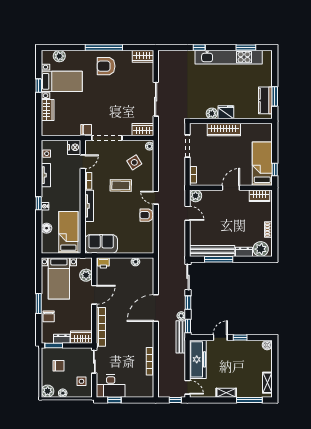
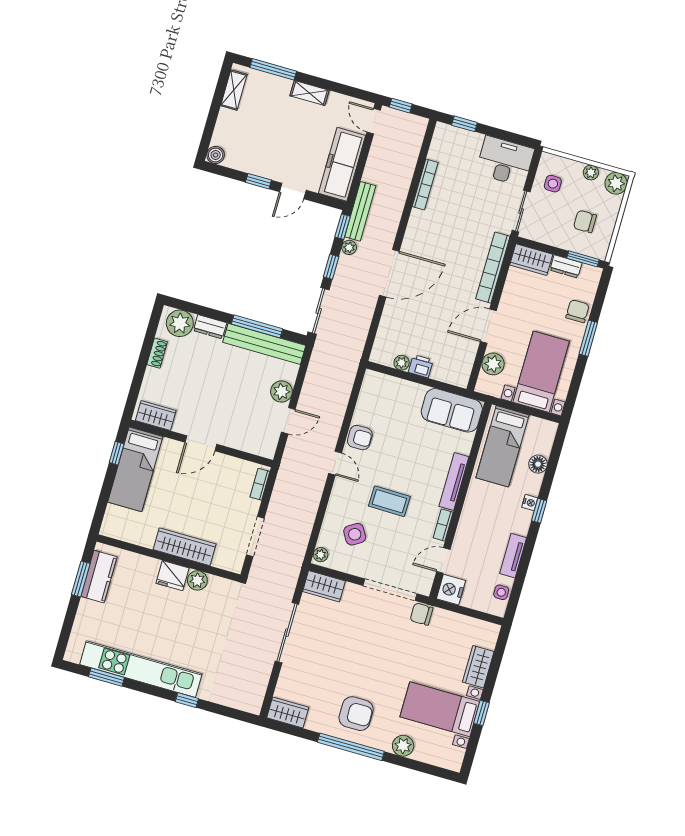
plant: (59, 56) -> (403, 746), moved
plant: (196, 196) -> (281, 392), moved
door: (187, 213) -> (288, 421), swing flipped
printer: (103, 263) -> (421, 366), moved
window: (114, 400) -> (464, 124), moved

